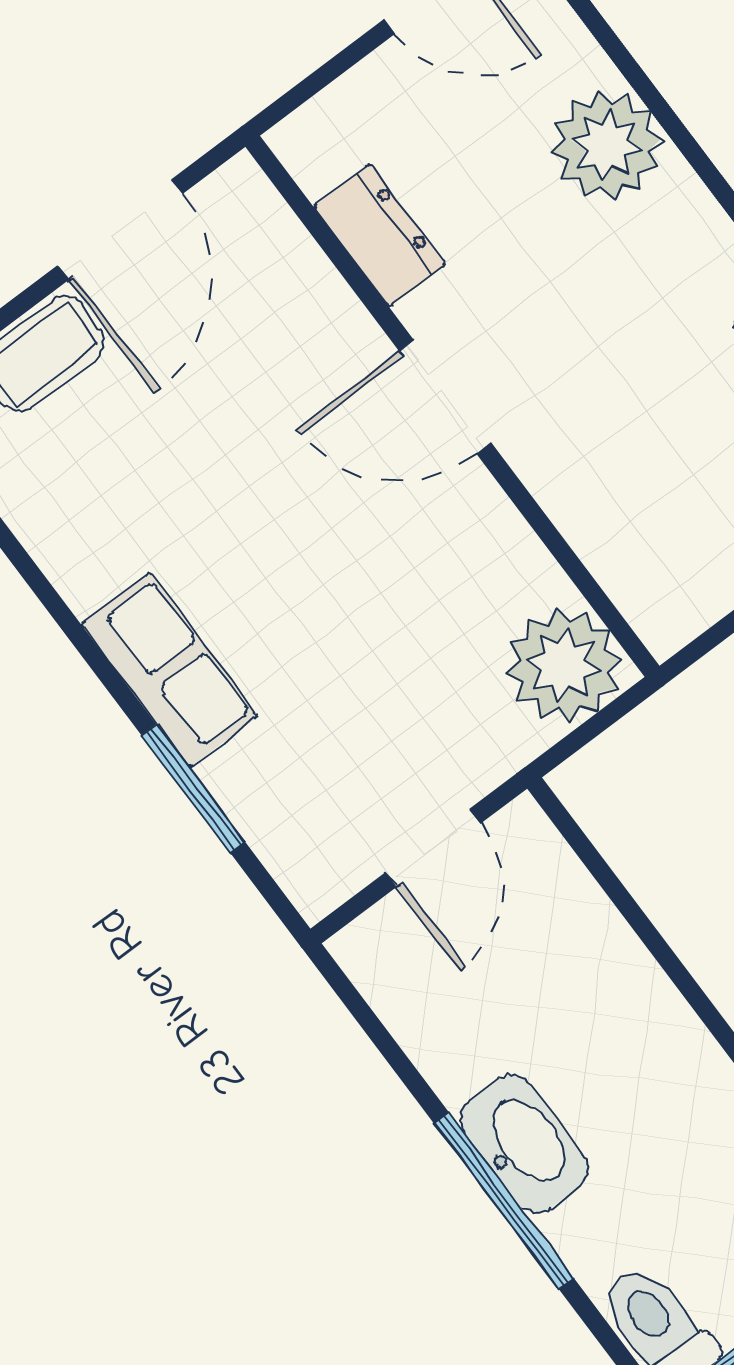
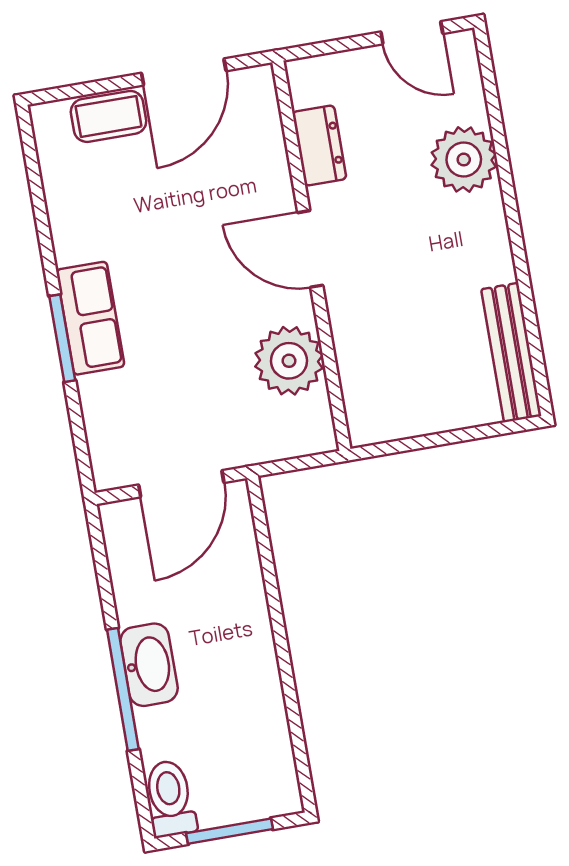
plant: (564, 665) -> (289, 361), moved
window: (193, 789) -> (62, 338), moved
door: (433, 848) -> (181, 484), width x1.38

